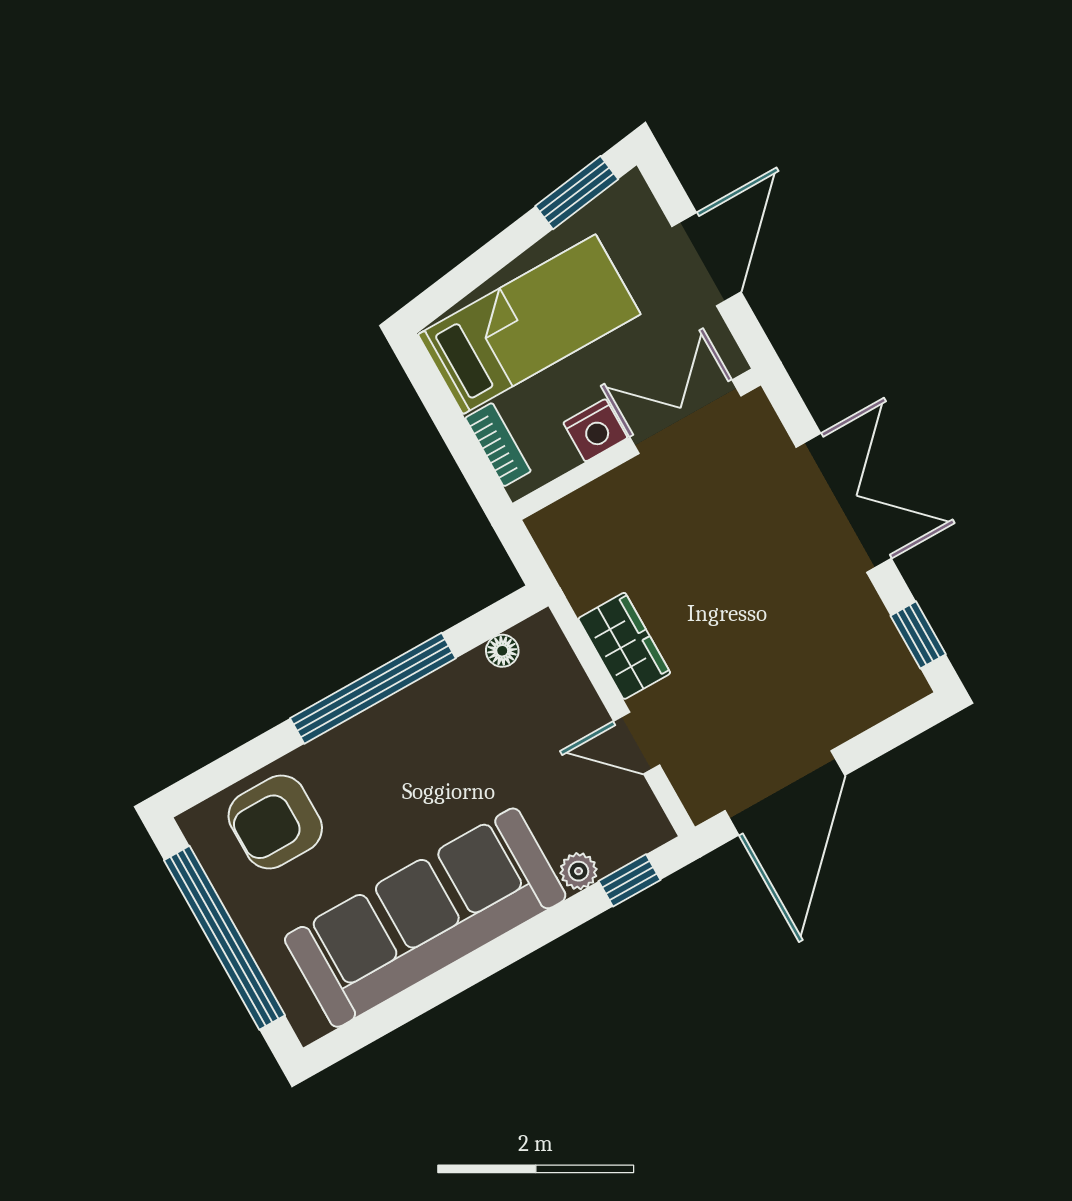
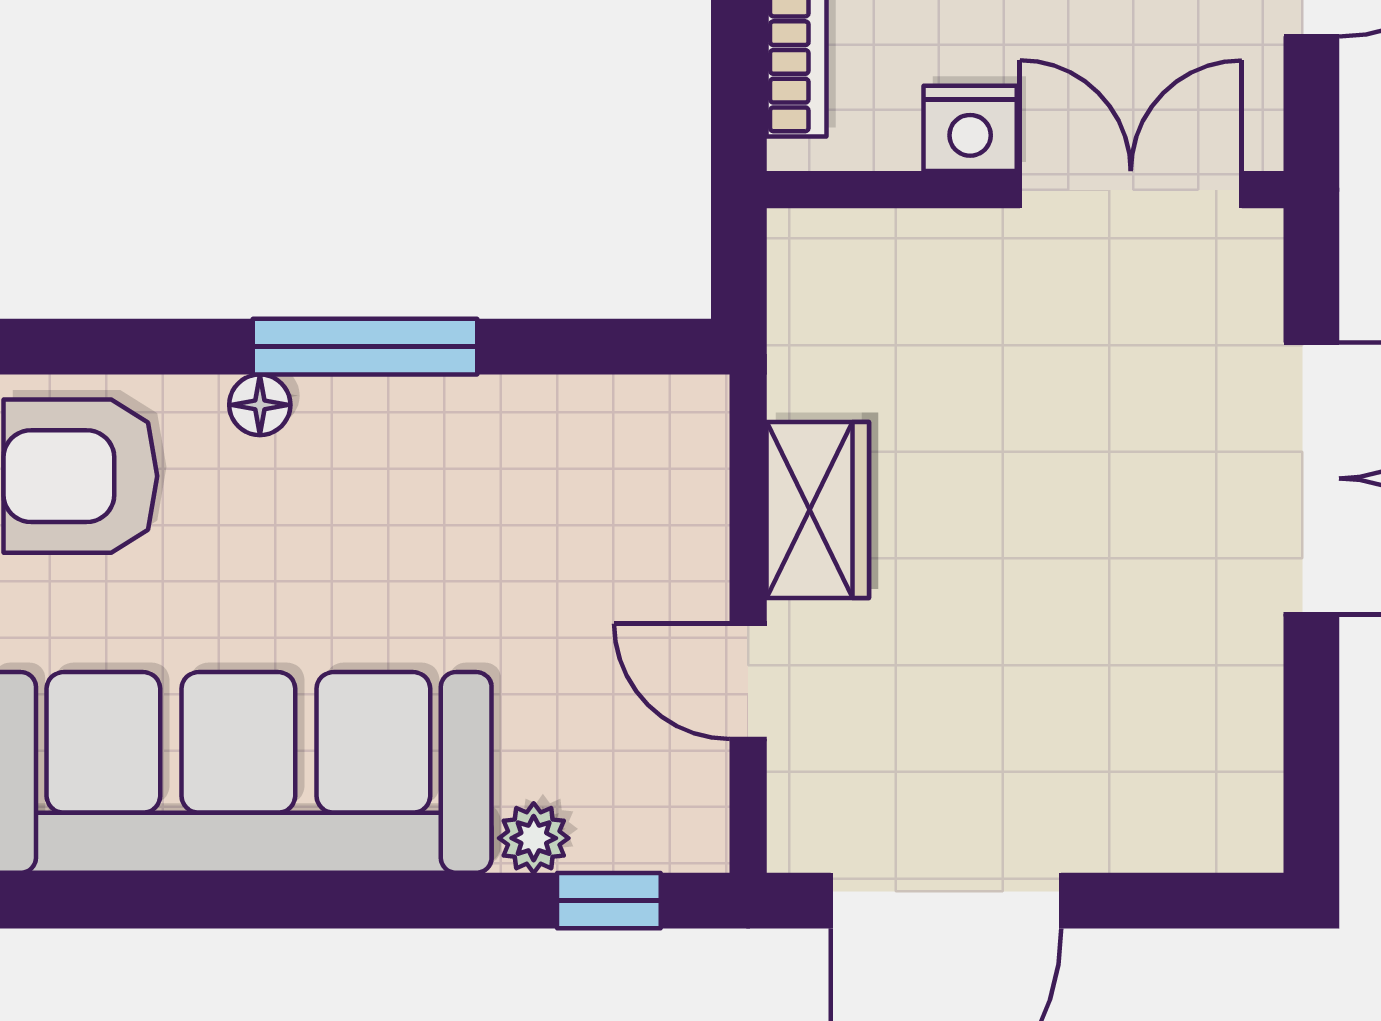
window: (918, 635) -> (1311, 764), removed
floor lamp: (502, 651) -> (260, 405), moved
window: (373, 688) -> (365, 347), width x0.68

